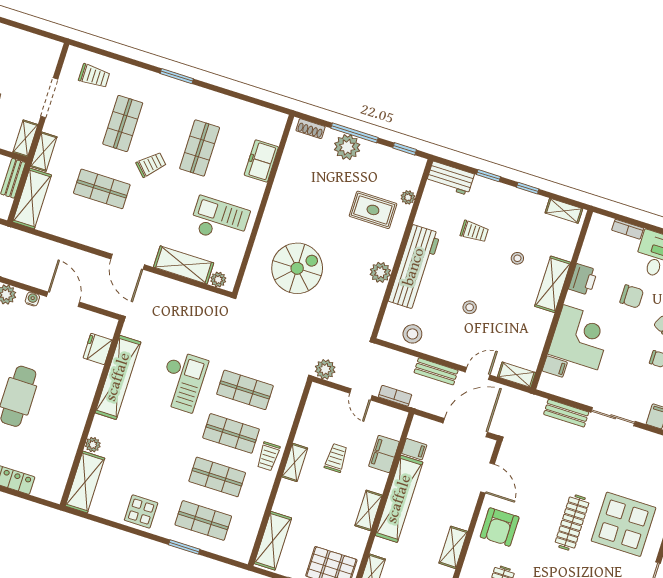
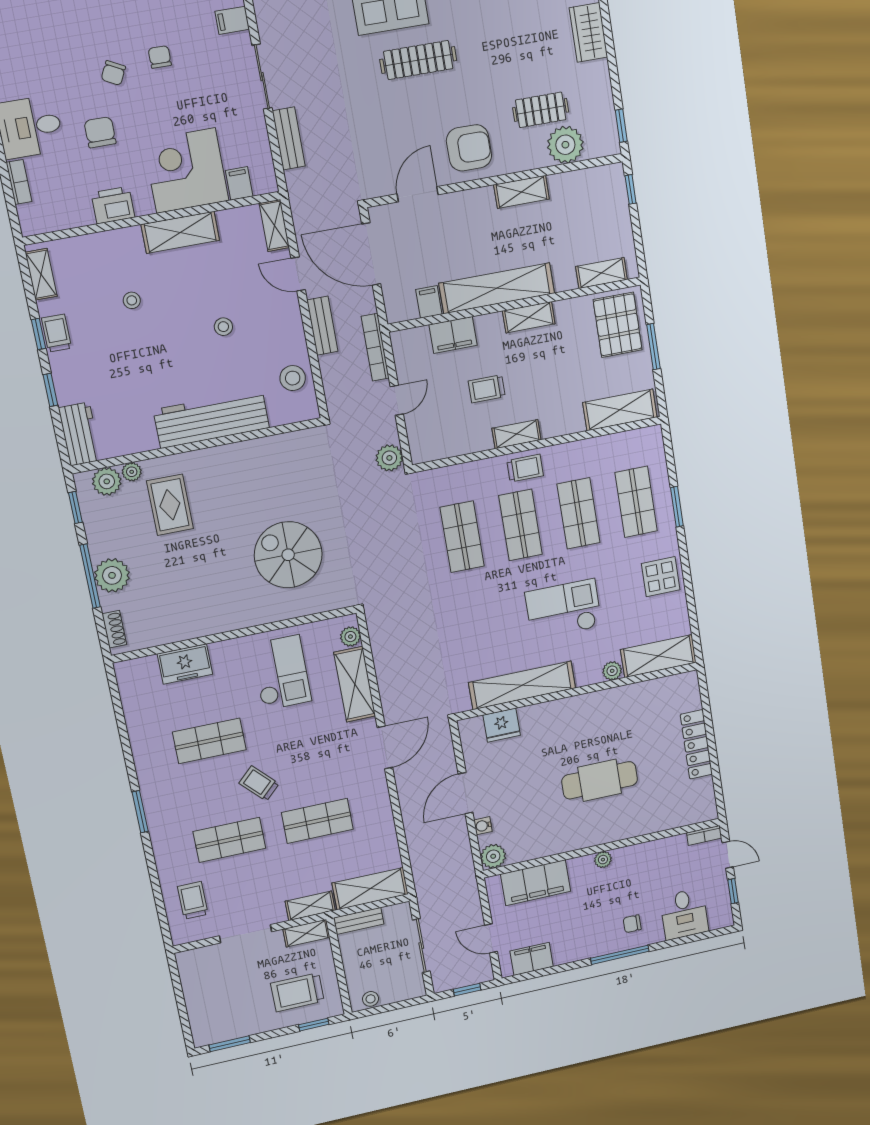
shop shelf: (102, 189) -> (317, 821), turned 90
checkout: (219, 221) -> (281, 673), turned 180
trolley: (474, 231) -> (57, 333), moved
plant: (380, 272) -> (107, 481), moved
shelving: (553, 284) -> (180, 232), moved
checkout: (182, 381) -> (563, 609), moved
bookcase: (395, 396) -> (375, 347), width x1.56

